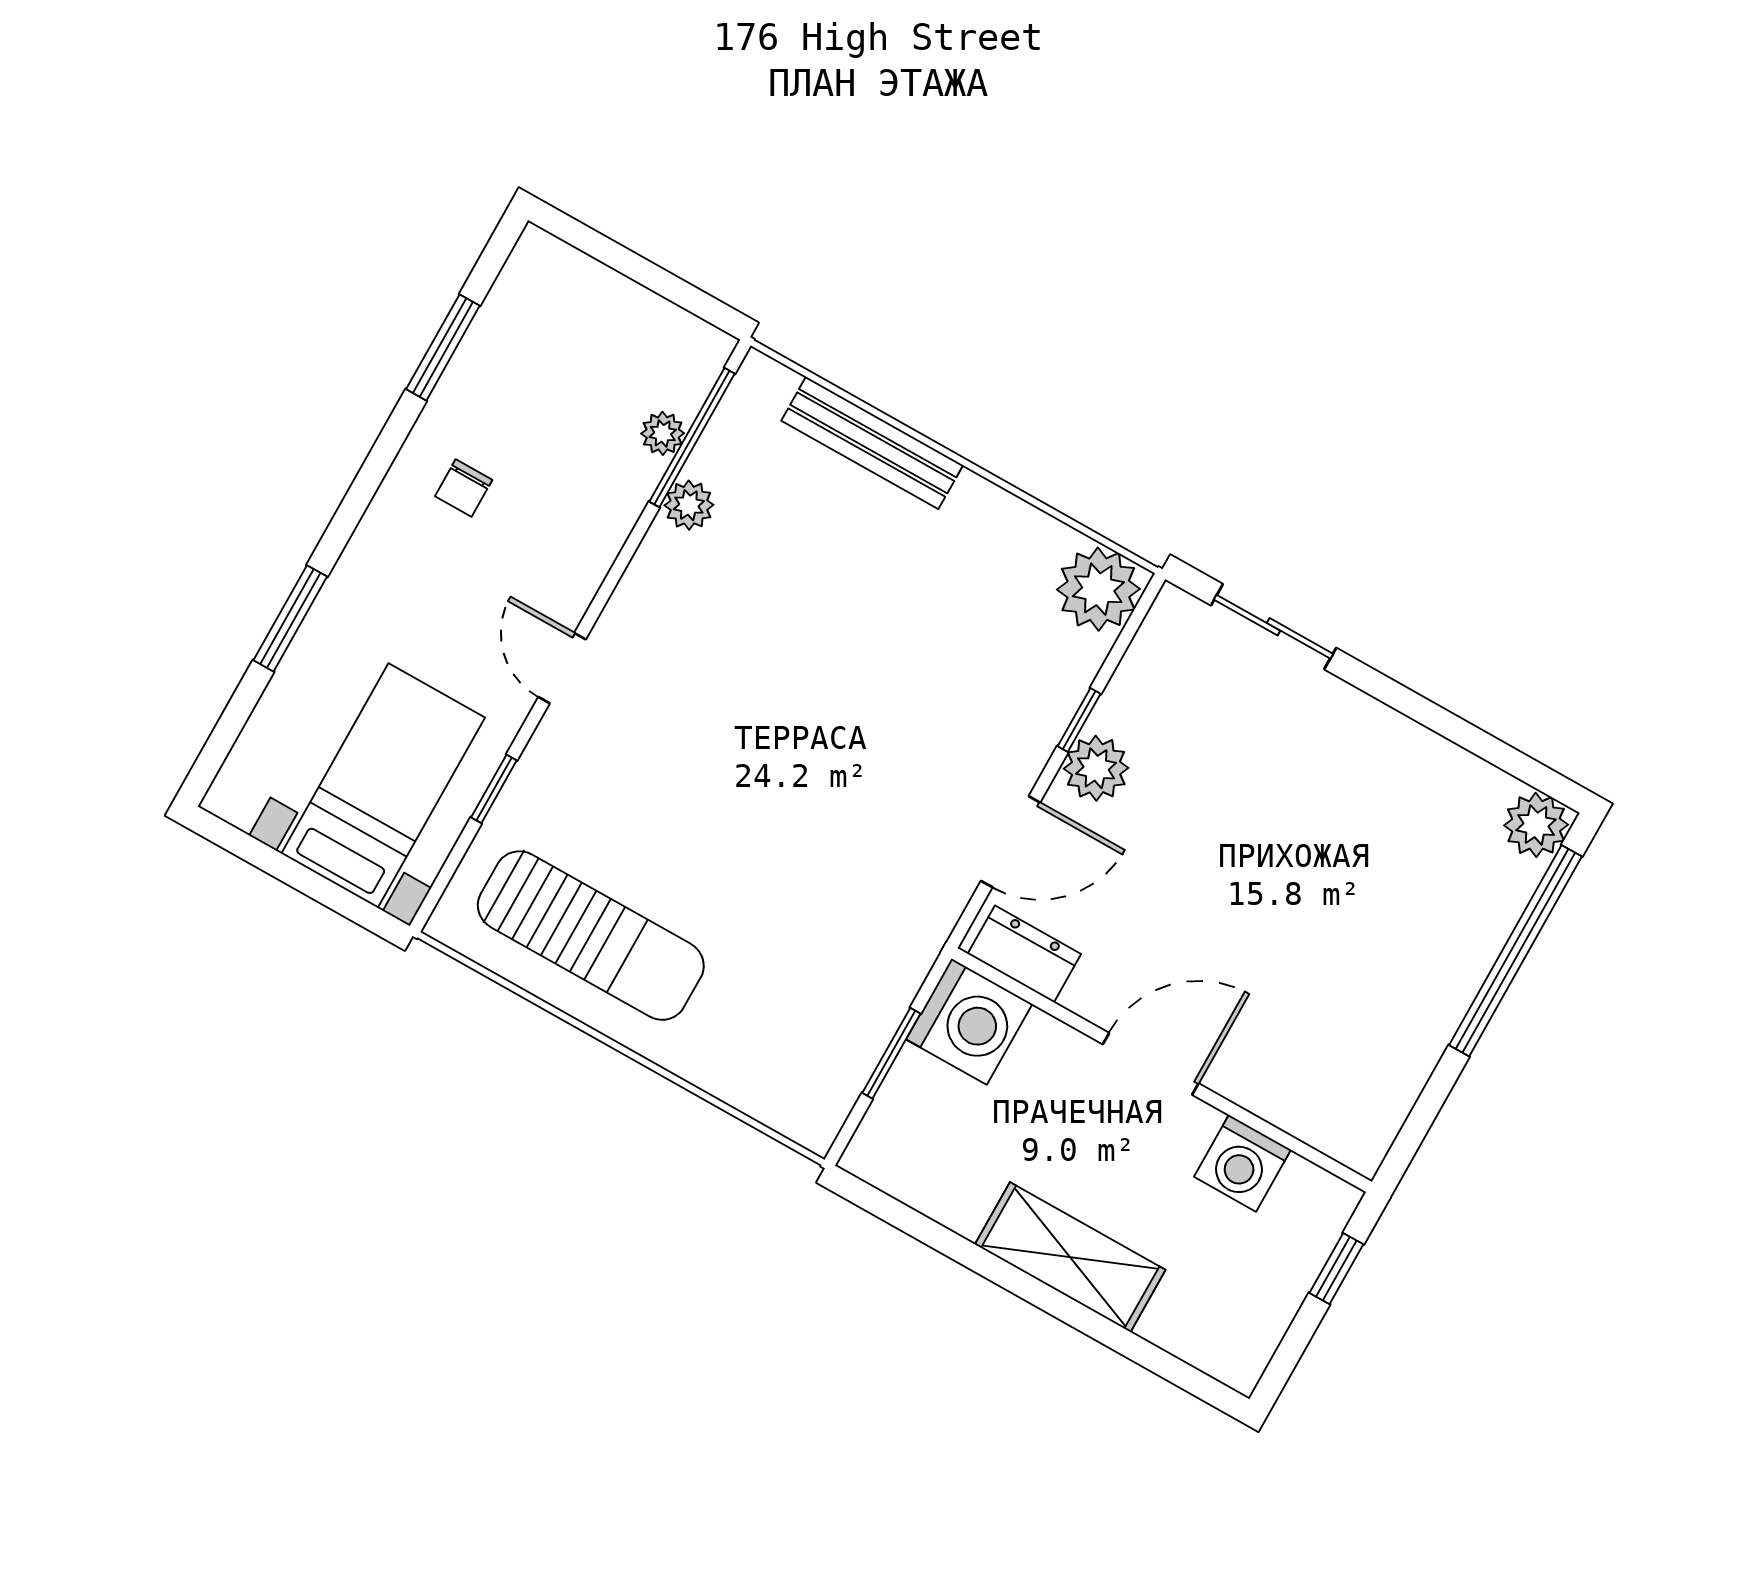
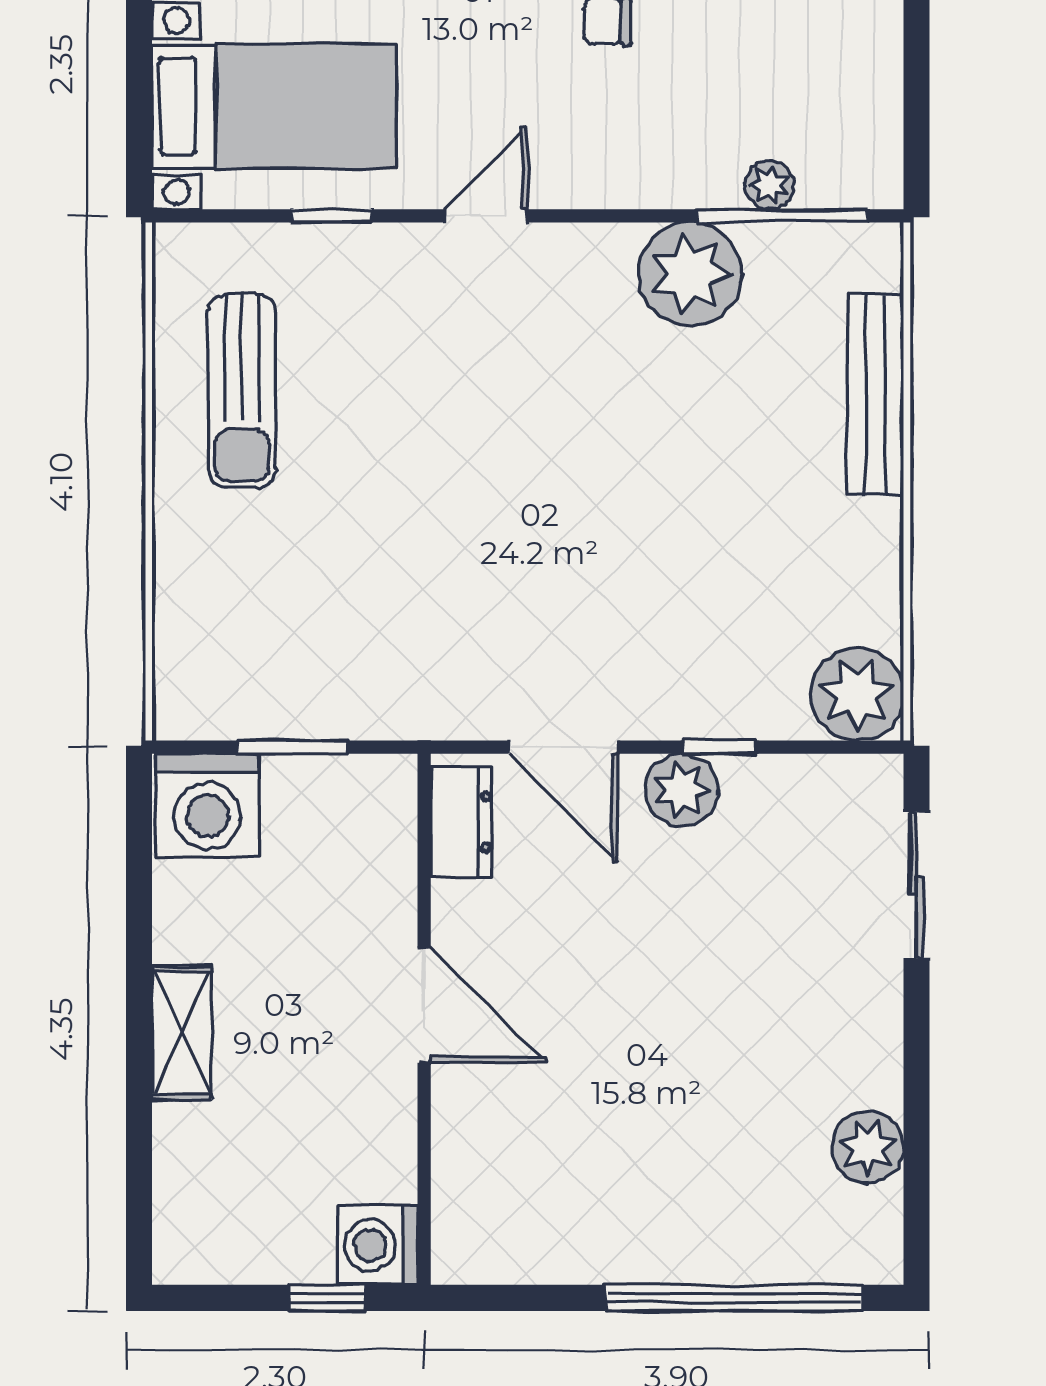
plant: (689, 505) -> (690, 274), width x1.88, depth x1.88
plant: (1536, 825) -> (868, 1147), moved
sun lounger: (591, 936) -> (242, 390), width x0.73, depth x0.75
washing machine: (969, 1022) -> (208, 806), moved
washing machine: (1243, 1163) -> (378, 1245), moved
shelving: (1070, 1257) -> (182, 1033), width x0.67, depth x0.75

